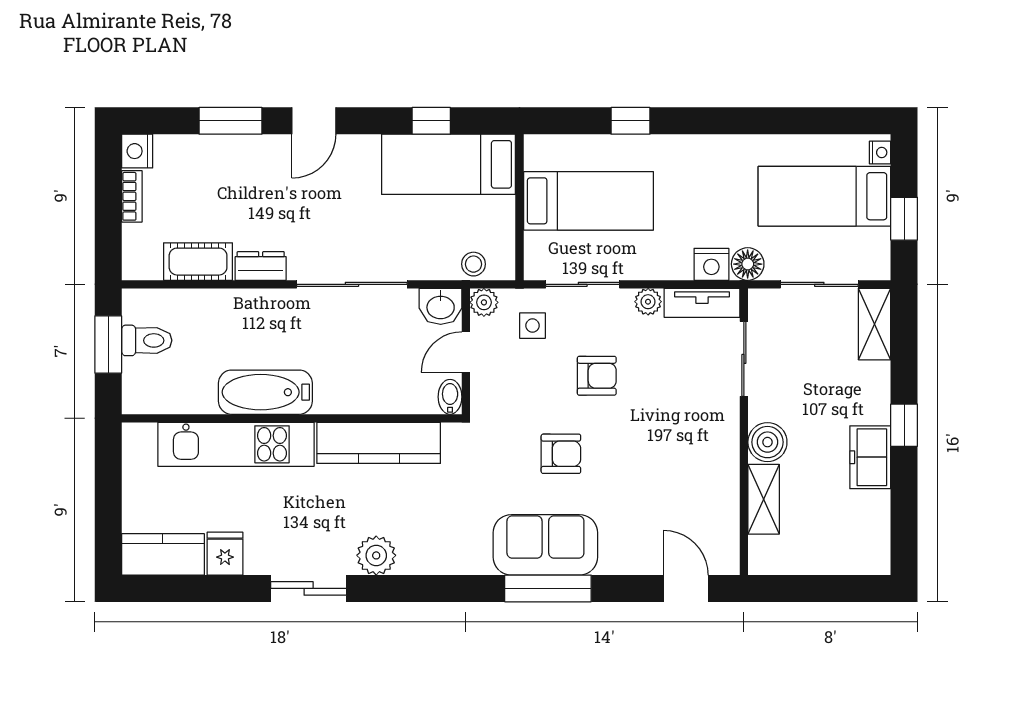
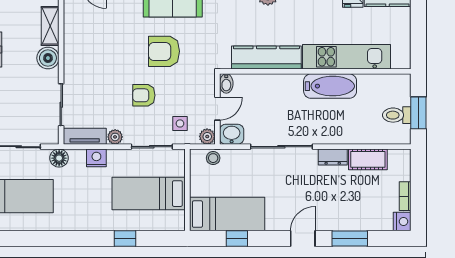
nightstand: (711, 264) -> (96, 158), moved
armchair: (561, 454) -> (164, 51), width x1.38, depth x1.38

